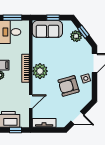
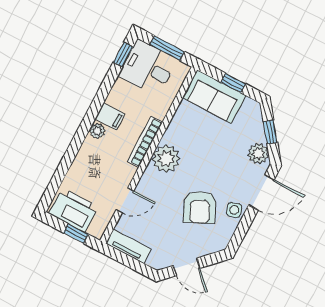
plant: (76, 36) -> (258, 154), moved
armchair: (69, 86) -> (200, 207), turned -99

